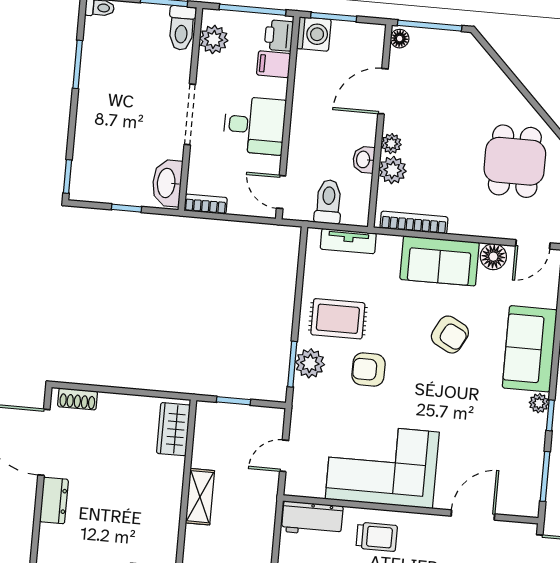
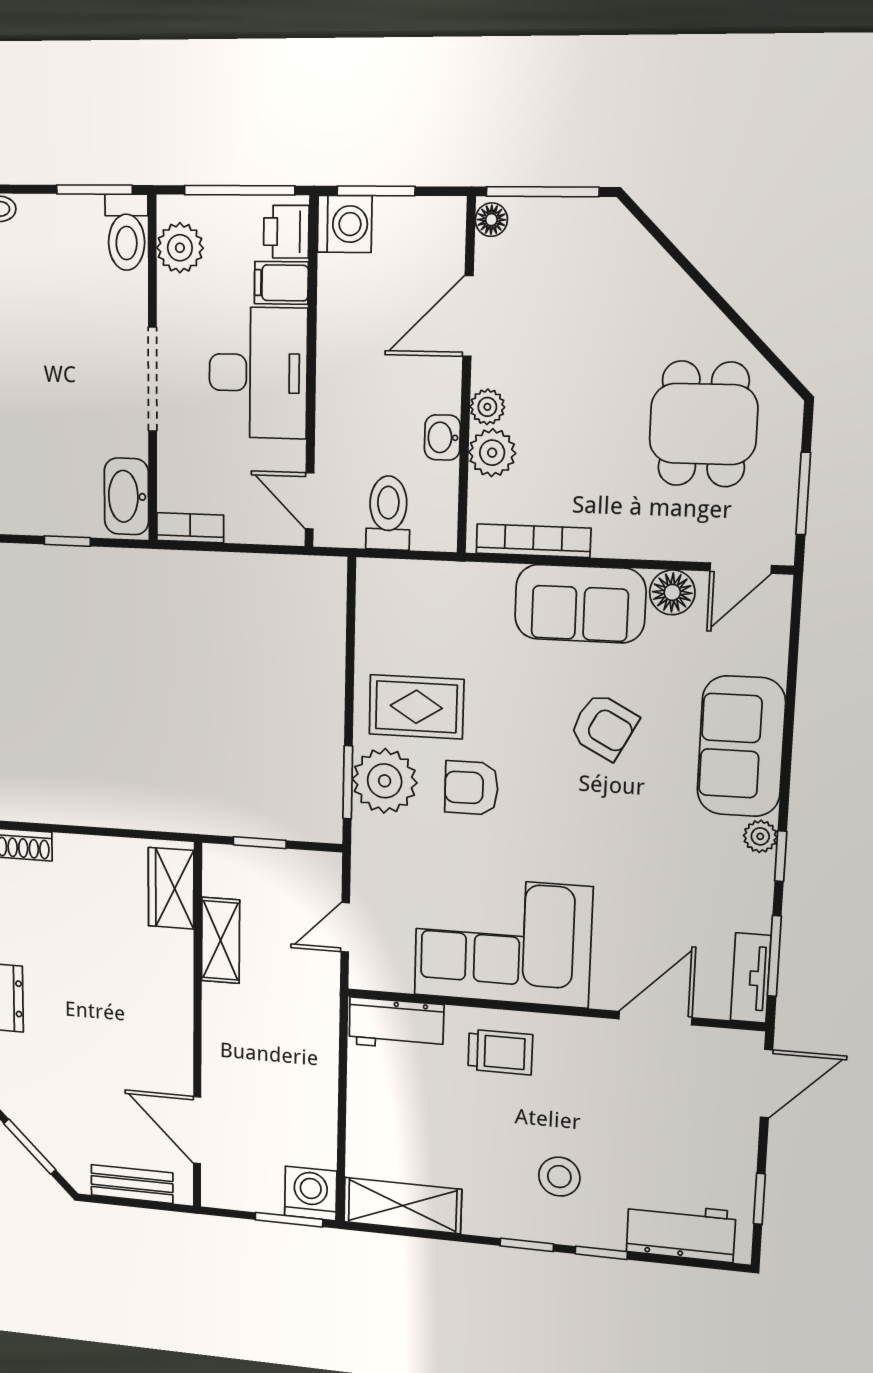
desk: (254, 125) -> (258, 373), width x1.37
tv unit: (348, 241) -> (751, 978), moved, turned 90
plant: (310, 363) -> (385, 781), width x1.36, depth x1.36
shelving: (200, 497) -> (220, 940), moved

